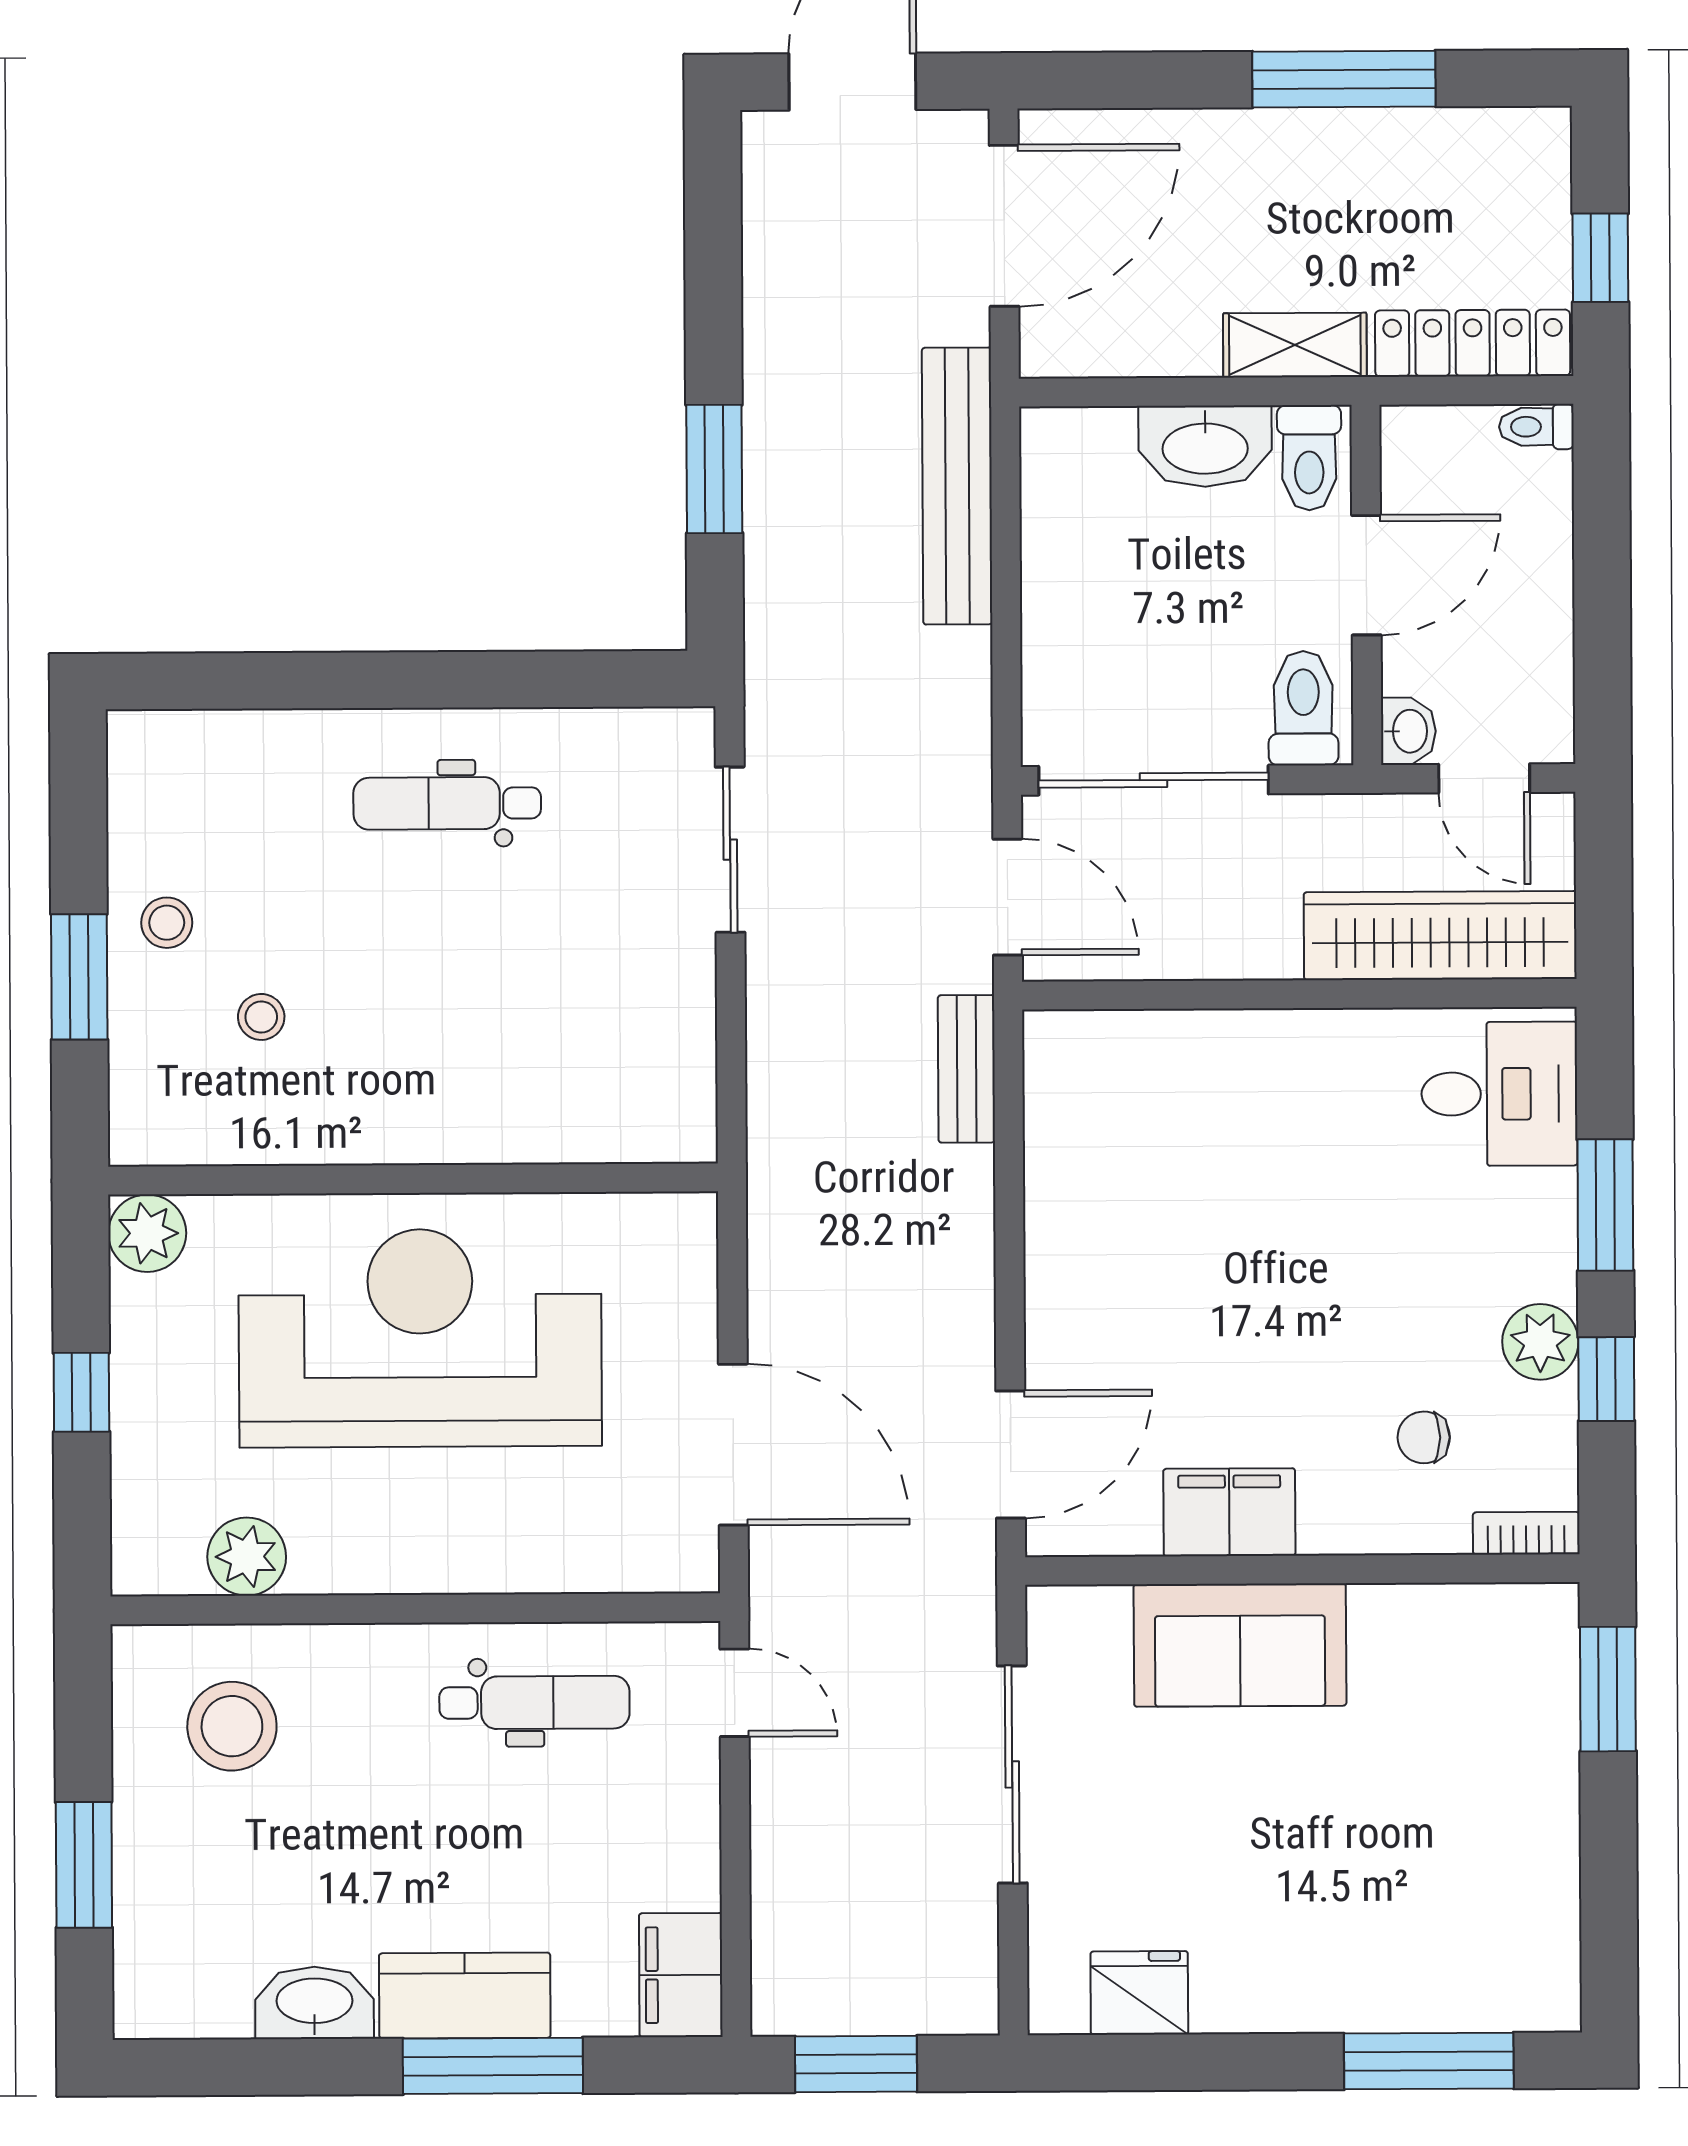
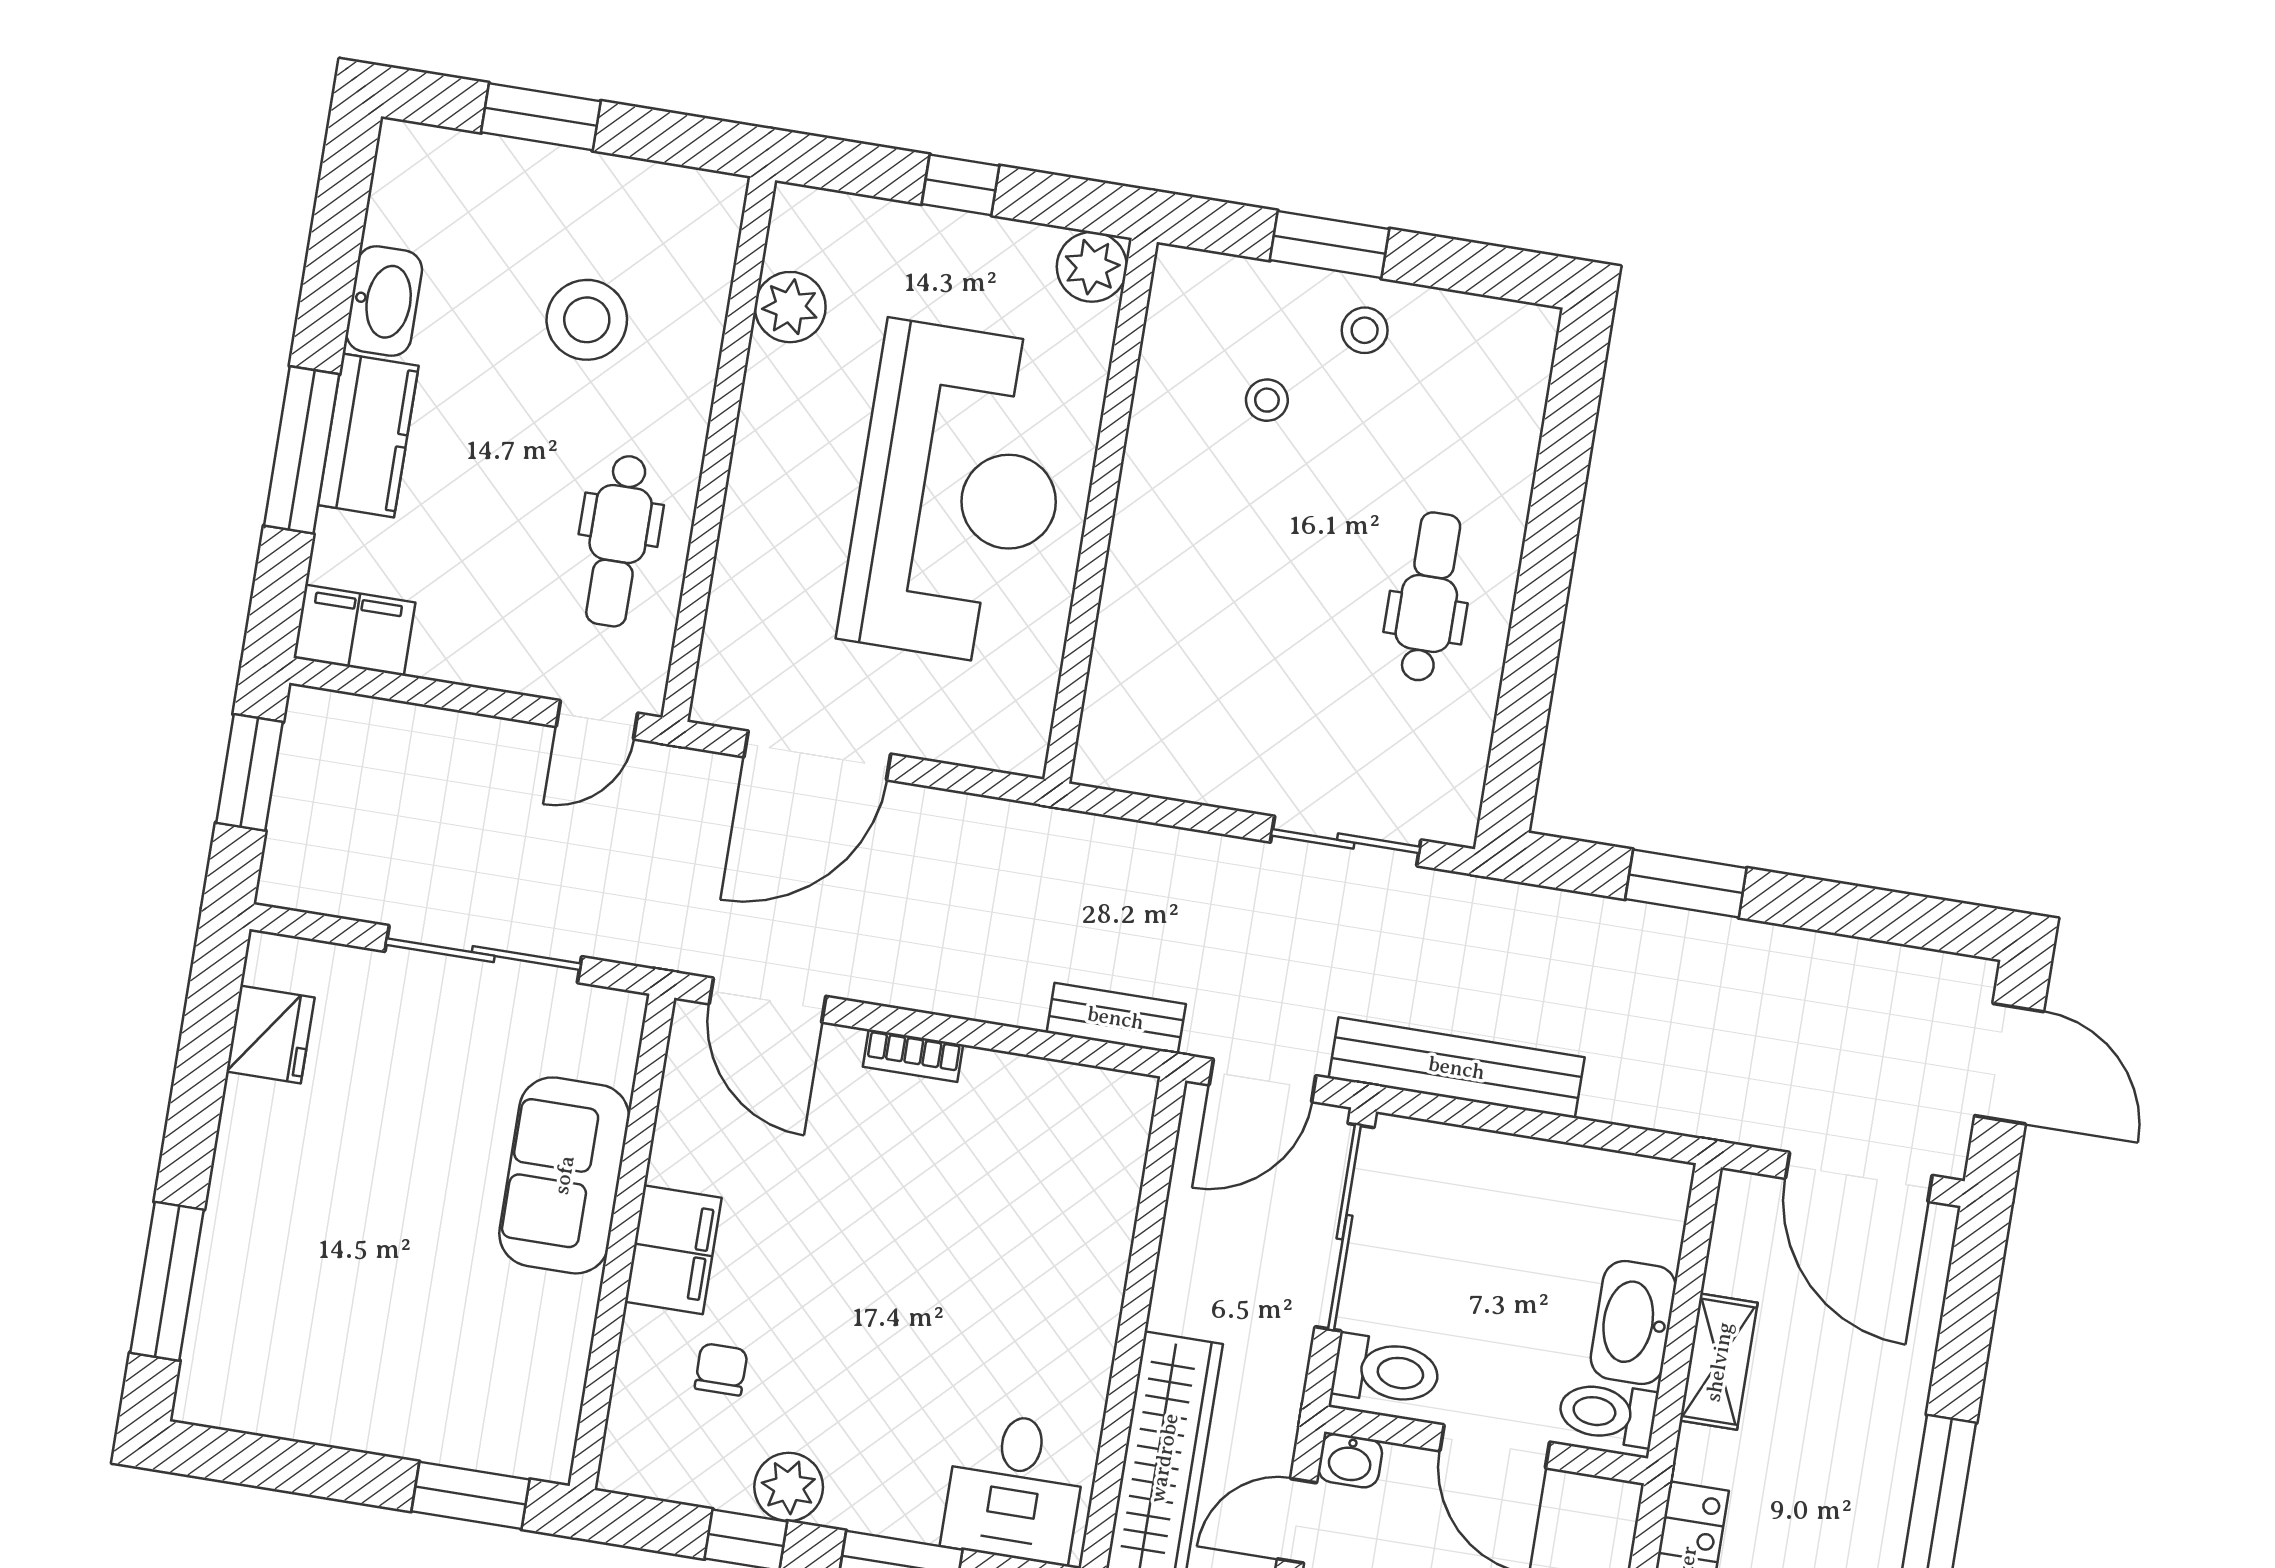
shelving: (1295, 345) -> (1719, 1362), moved
bench: (957, 486) -> (1457, 1068), moved
filing cabinet: (1229, 1512) -> (673, 1250), moved
bookcase: (1526, 1533) -> (913, 1056), moved, turned 90
stool: (232, 1726) -> (587, 320), moved

